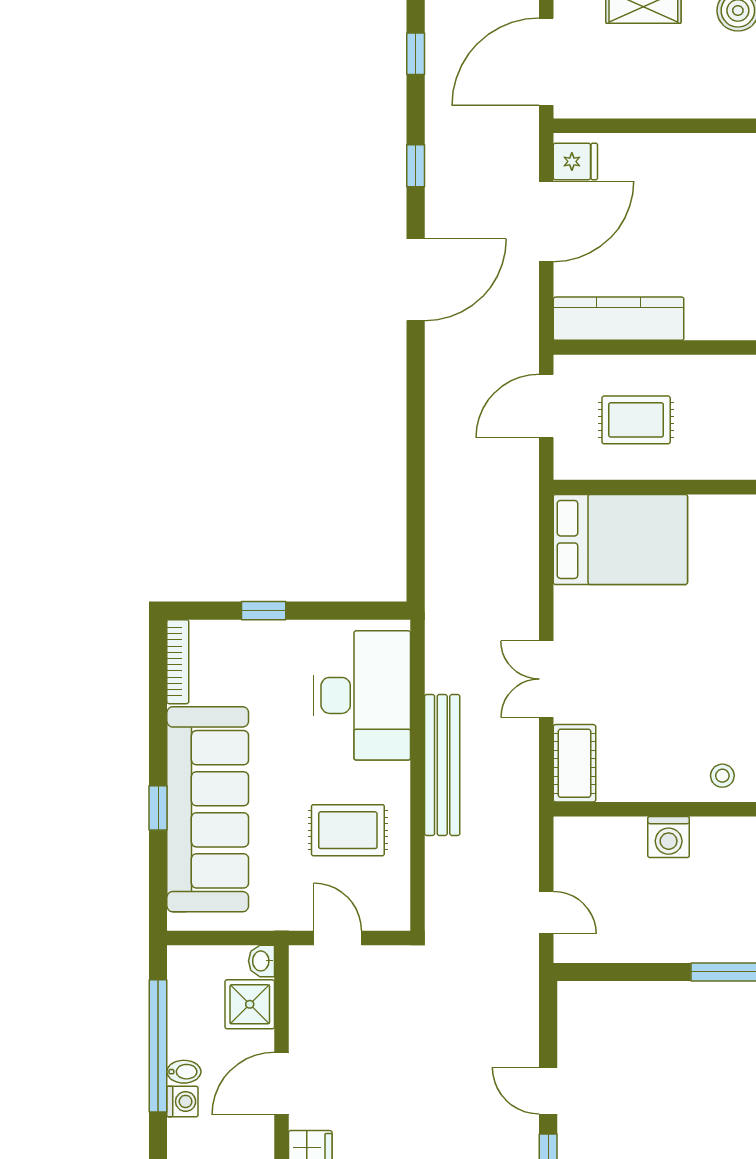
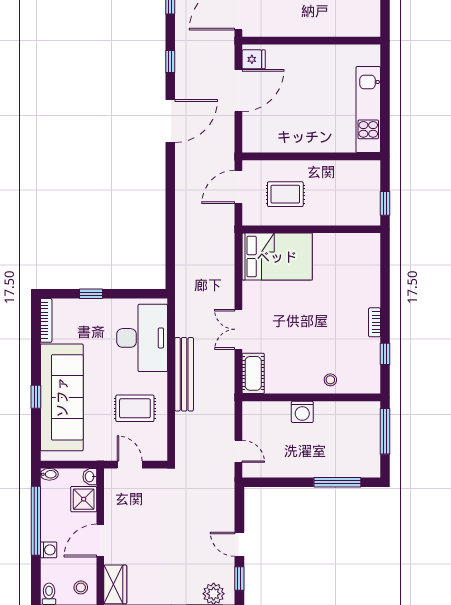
kitchen counter: (619, 319) -> (276, 141), removed
bidet: (184, 1072) -> (49, 474), moved

